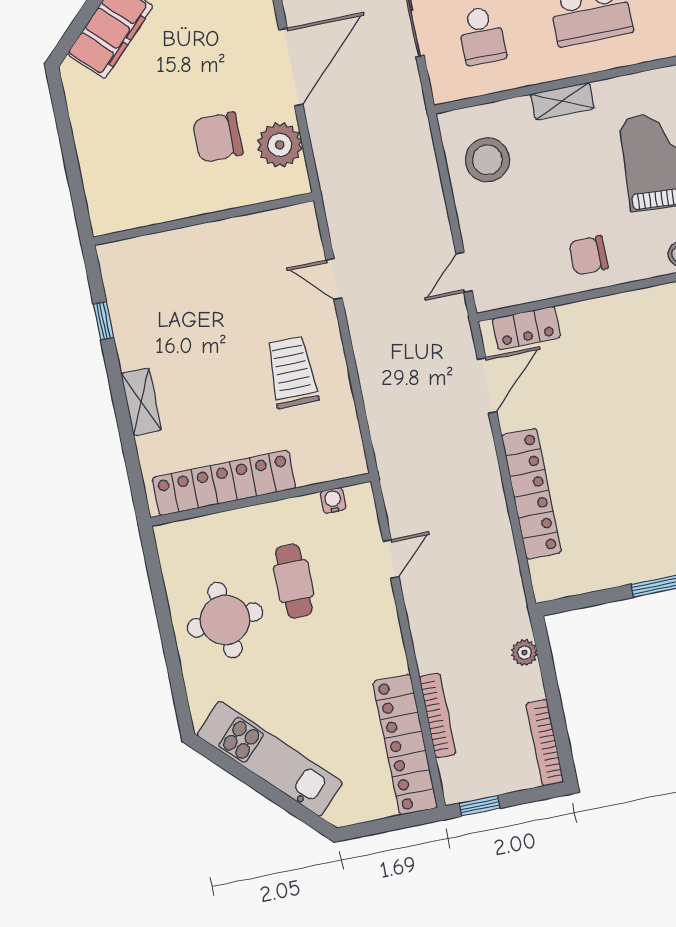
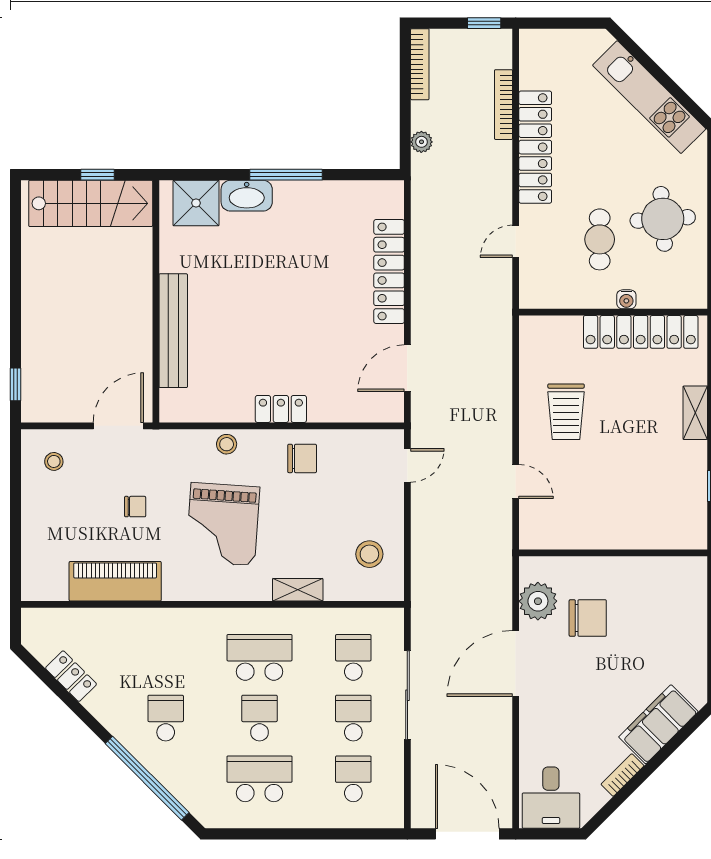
stool: (487, 160) -> (369, 554), width x0.73, depth x0.73
locker: (526, 328) -> (281, 409), moved
water cooler: (333, 500) -> (626, 299), moved
locker: (405, 745) -> (535, 147), moved

